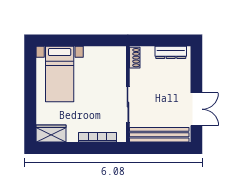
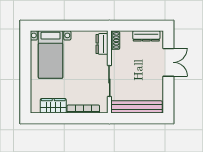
dresser: (119, 62) -> (102, 44), added
double door: (196, 109) -> (168, 62), moved
wardrobe: (51, 134) -> (53, 106), moved

